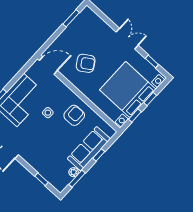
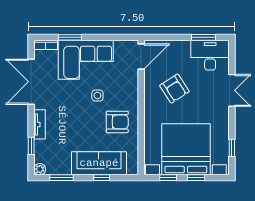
desk: (85, 24) -> (210, 55), added
double door: (127, 39) -> (232, 90), moved
door: (48, 65) -> (141, 56), hinge flipped
tv unit: (33, 163) -> (40, 124), added
plant: (74, 172) -> (40, 169), moved

